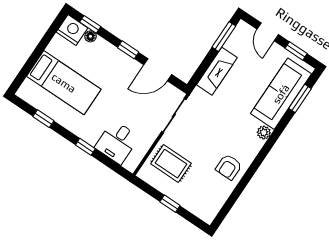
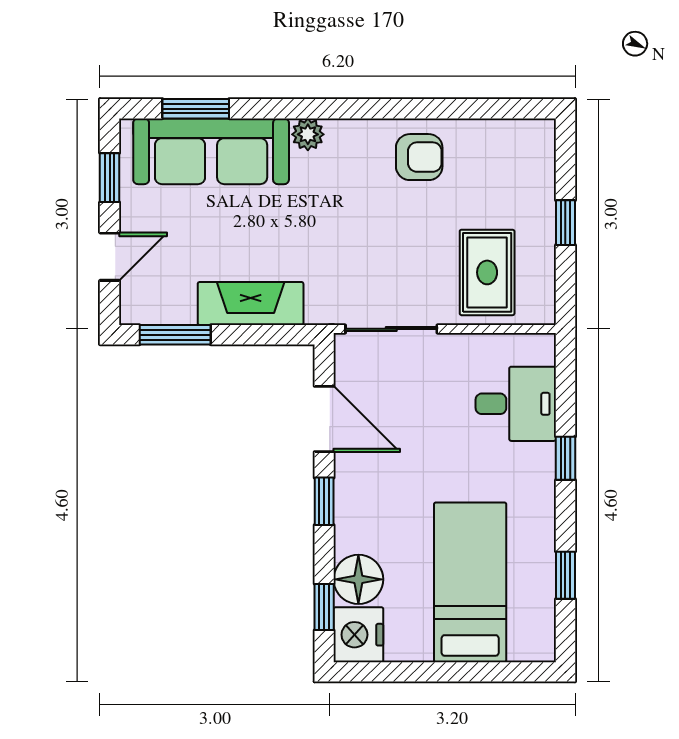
floor lamp: (90, 36) -> (358, 579), width x1.89, depth x1.89

